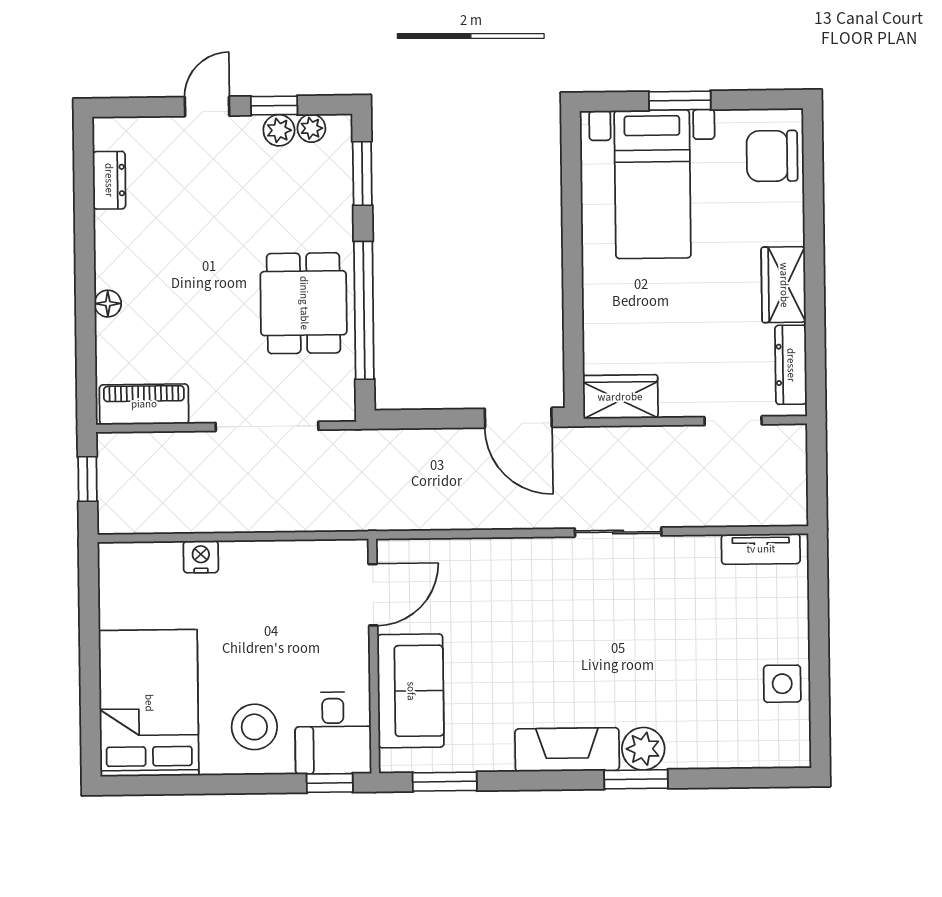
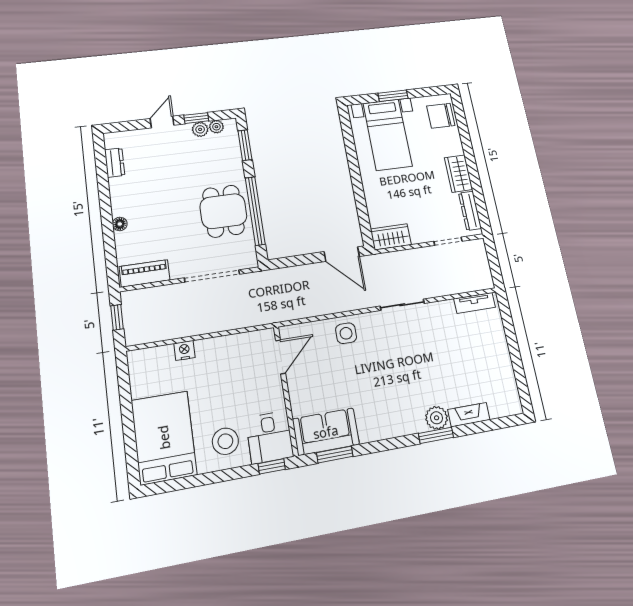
side table: (782, 684) -> (346, 333), moved
sofa: (411, 691) -> (326, 432), moved, turned -90
fireplace: (567, 750) -> (469, 415), moved, width x0.73, depth x0.76

